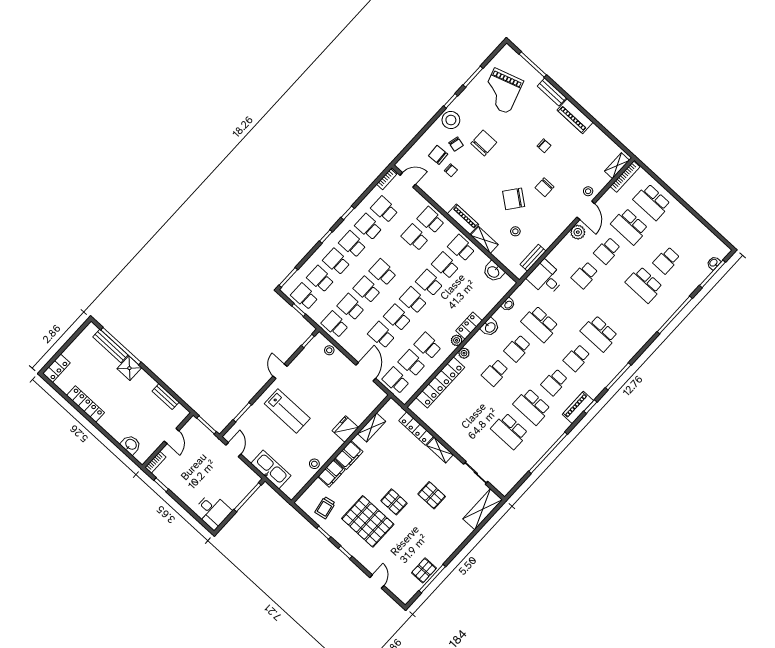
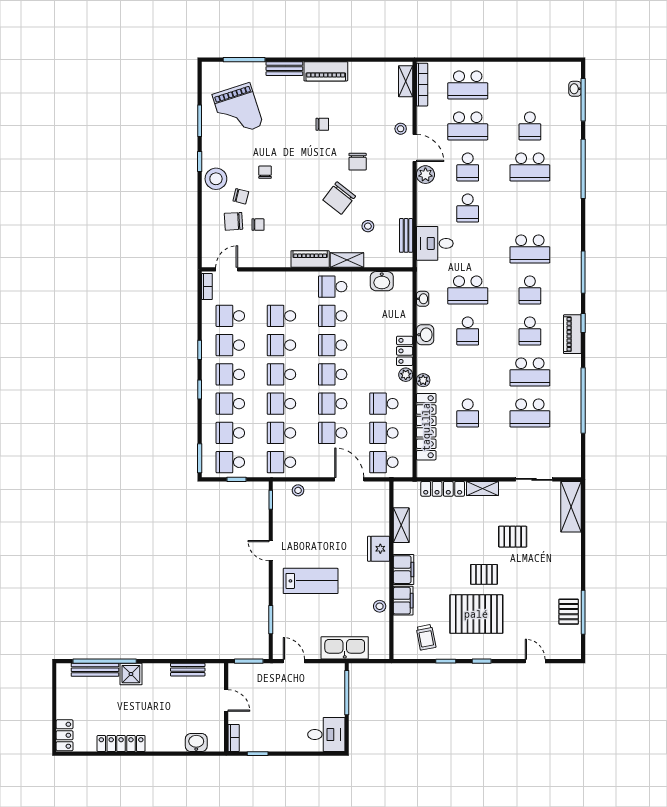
chair: (484, 143) -> (265, 172), width x0.54, depth x0.54
school desk: (431, 220) -> (281, 345), moved
school desk: (495, 373) -> (468, 413), moved

